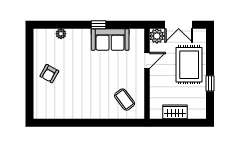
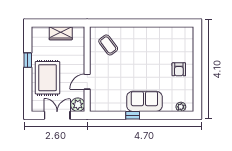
plant: (61, 34) -> (181, 107), moved
sofa: (110, 40) -> (144, 101), moved
armchair: (49, 74) -> (179, 69), turned 151

